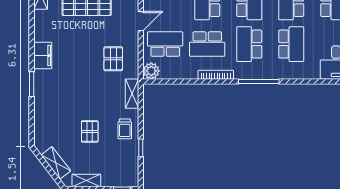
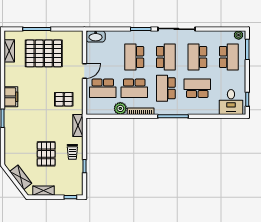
school desk: (165, 44) -> (103, 88), turned 180
school desk: (291, 44) -> (197, 88), turned -90
pallet: (113, 59) -> (64, 99), turned 90
plant: (151, 71) -> (120, 108), moved
pallet: (90, 131) -> (46, 154), width x1.50, depth x1.42

